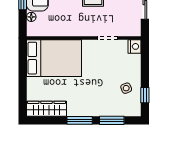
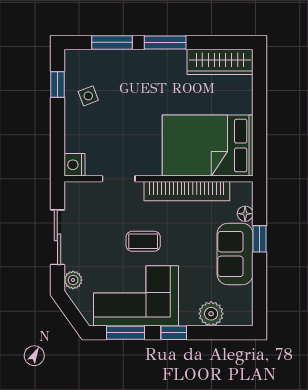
bookcase: (66, 31) -> (187, 191), added

